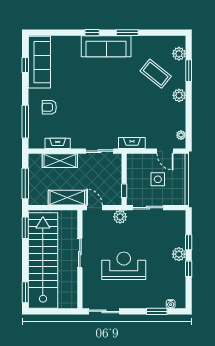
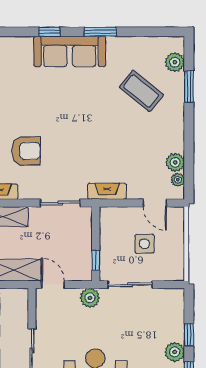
plant: (179, 95) -> (175, 162), moved
armchair: (76, 115) -> (26, 151), added

